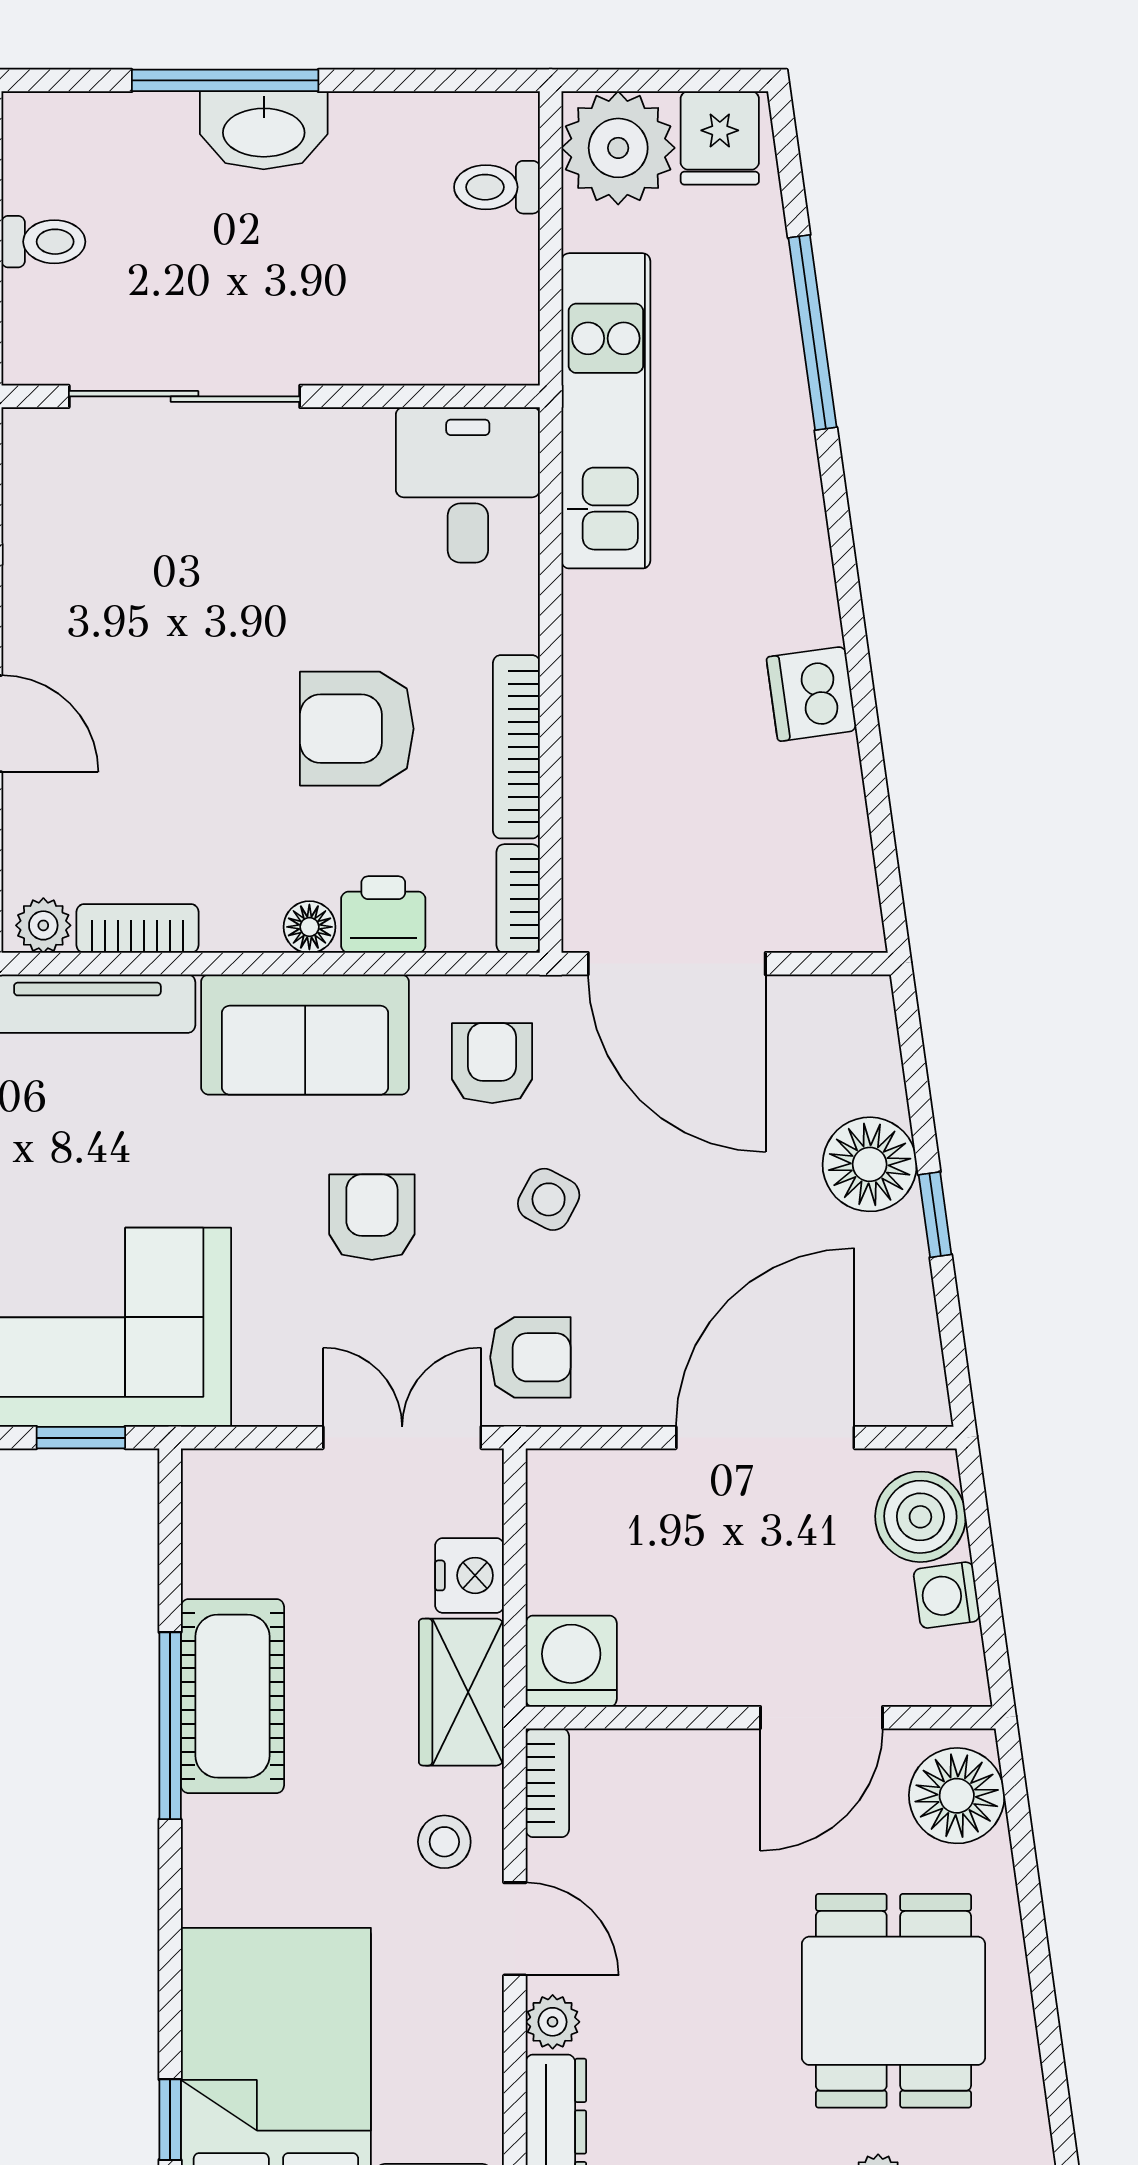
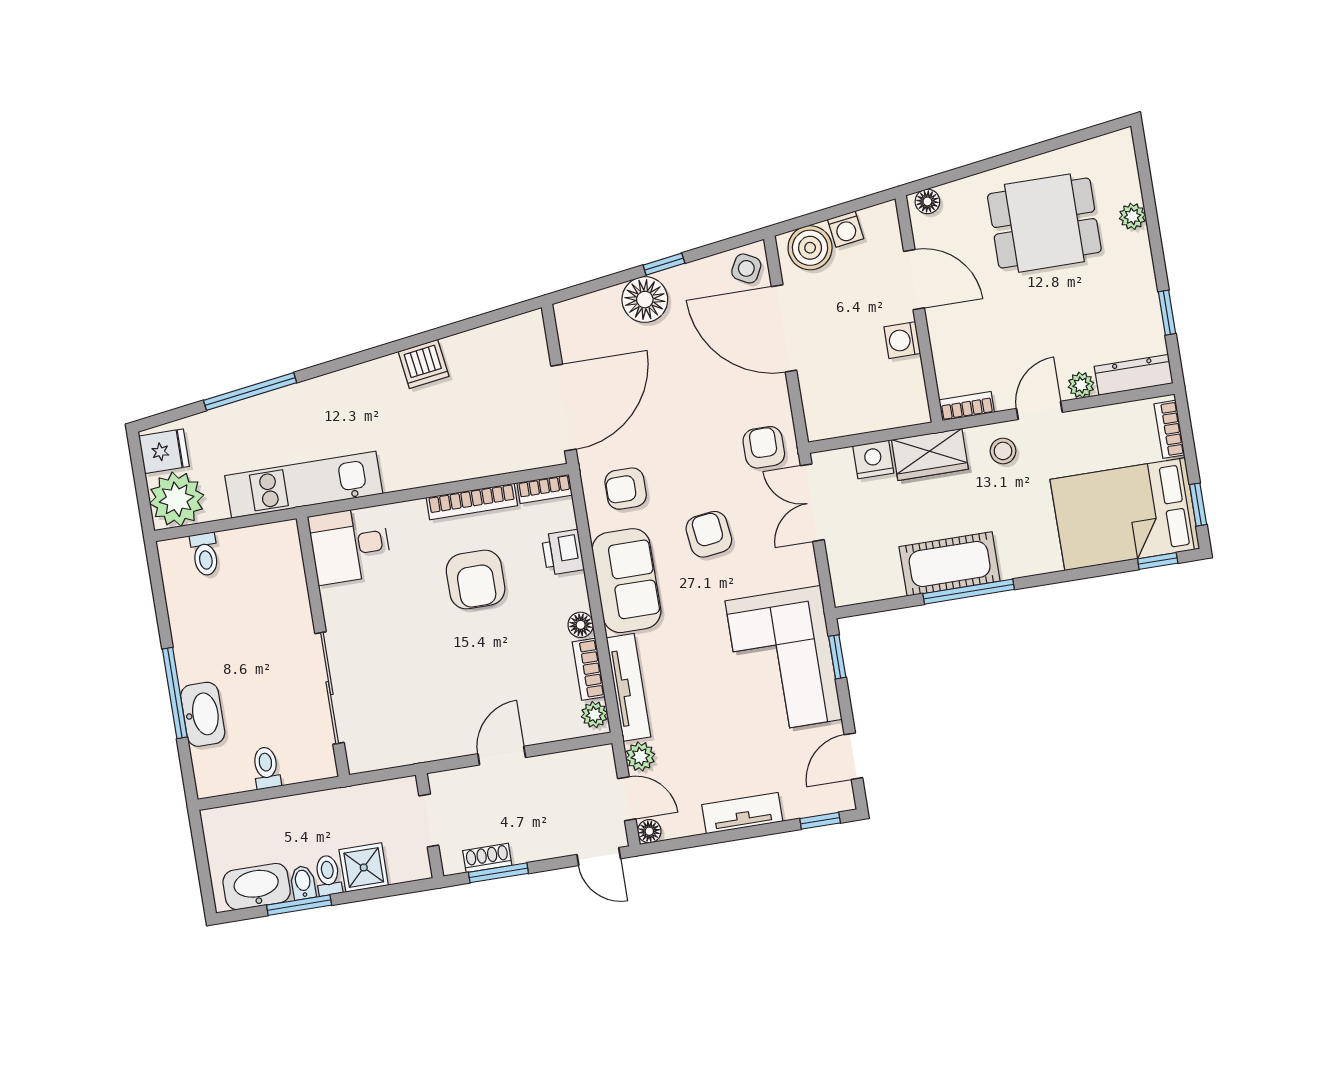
washbasin: (264, 130) -> (203, 714), moved
floor lamp: (309, 927) -> (581, 625), moved
side table: (549, 1199) -> (746, 268), moved
armchair: (372, 1217) -> (709, 534), turned 83
washing machine: (571, 1661) -> (902, 340), moved, width x0.73, depth x0.73
floor lamp: (957, 1796) -> (927, 201), width x0.53, depth x0.53

